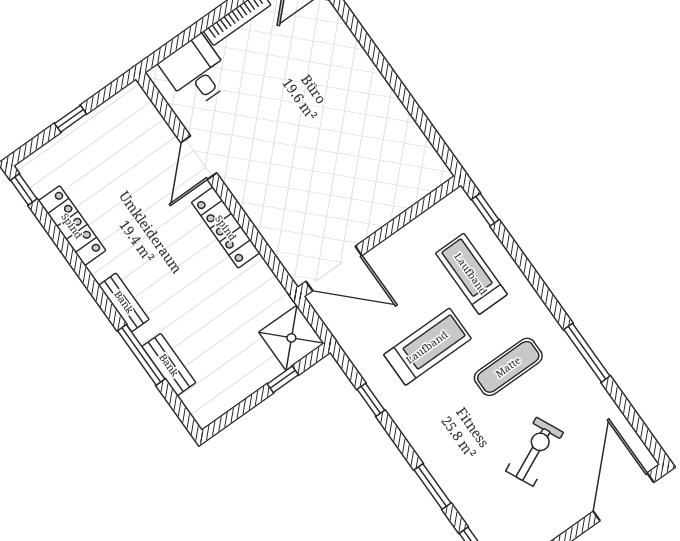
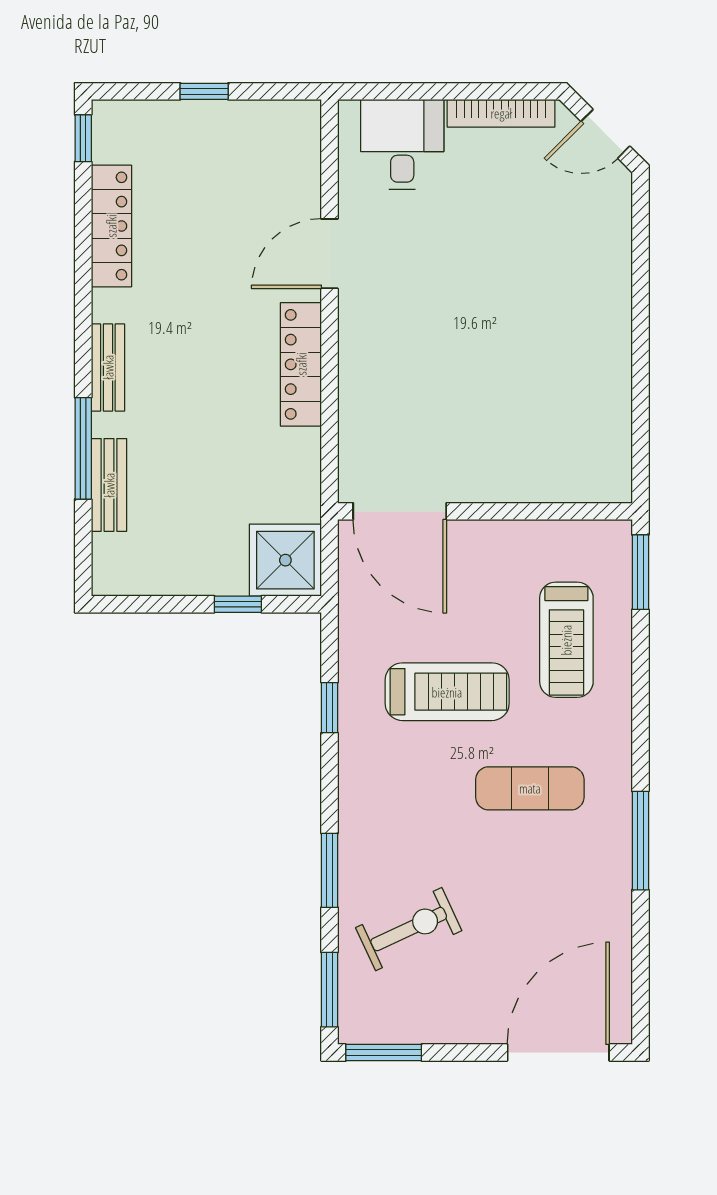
window: (485, 210) -> (640, 572), width x1.50
treadmill: (471, 274) -> (566, 640), turned 180
exercise bike: (535, 452) -> (409, 929), moved

